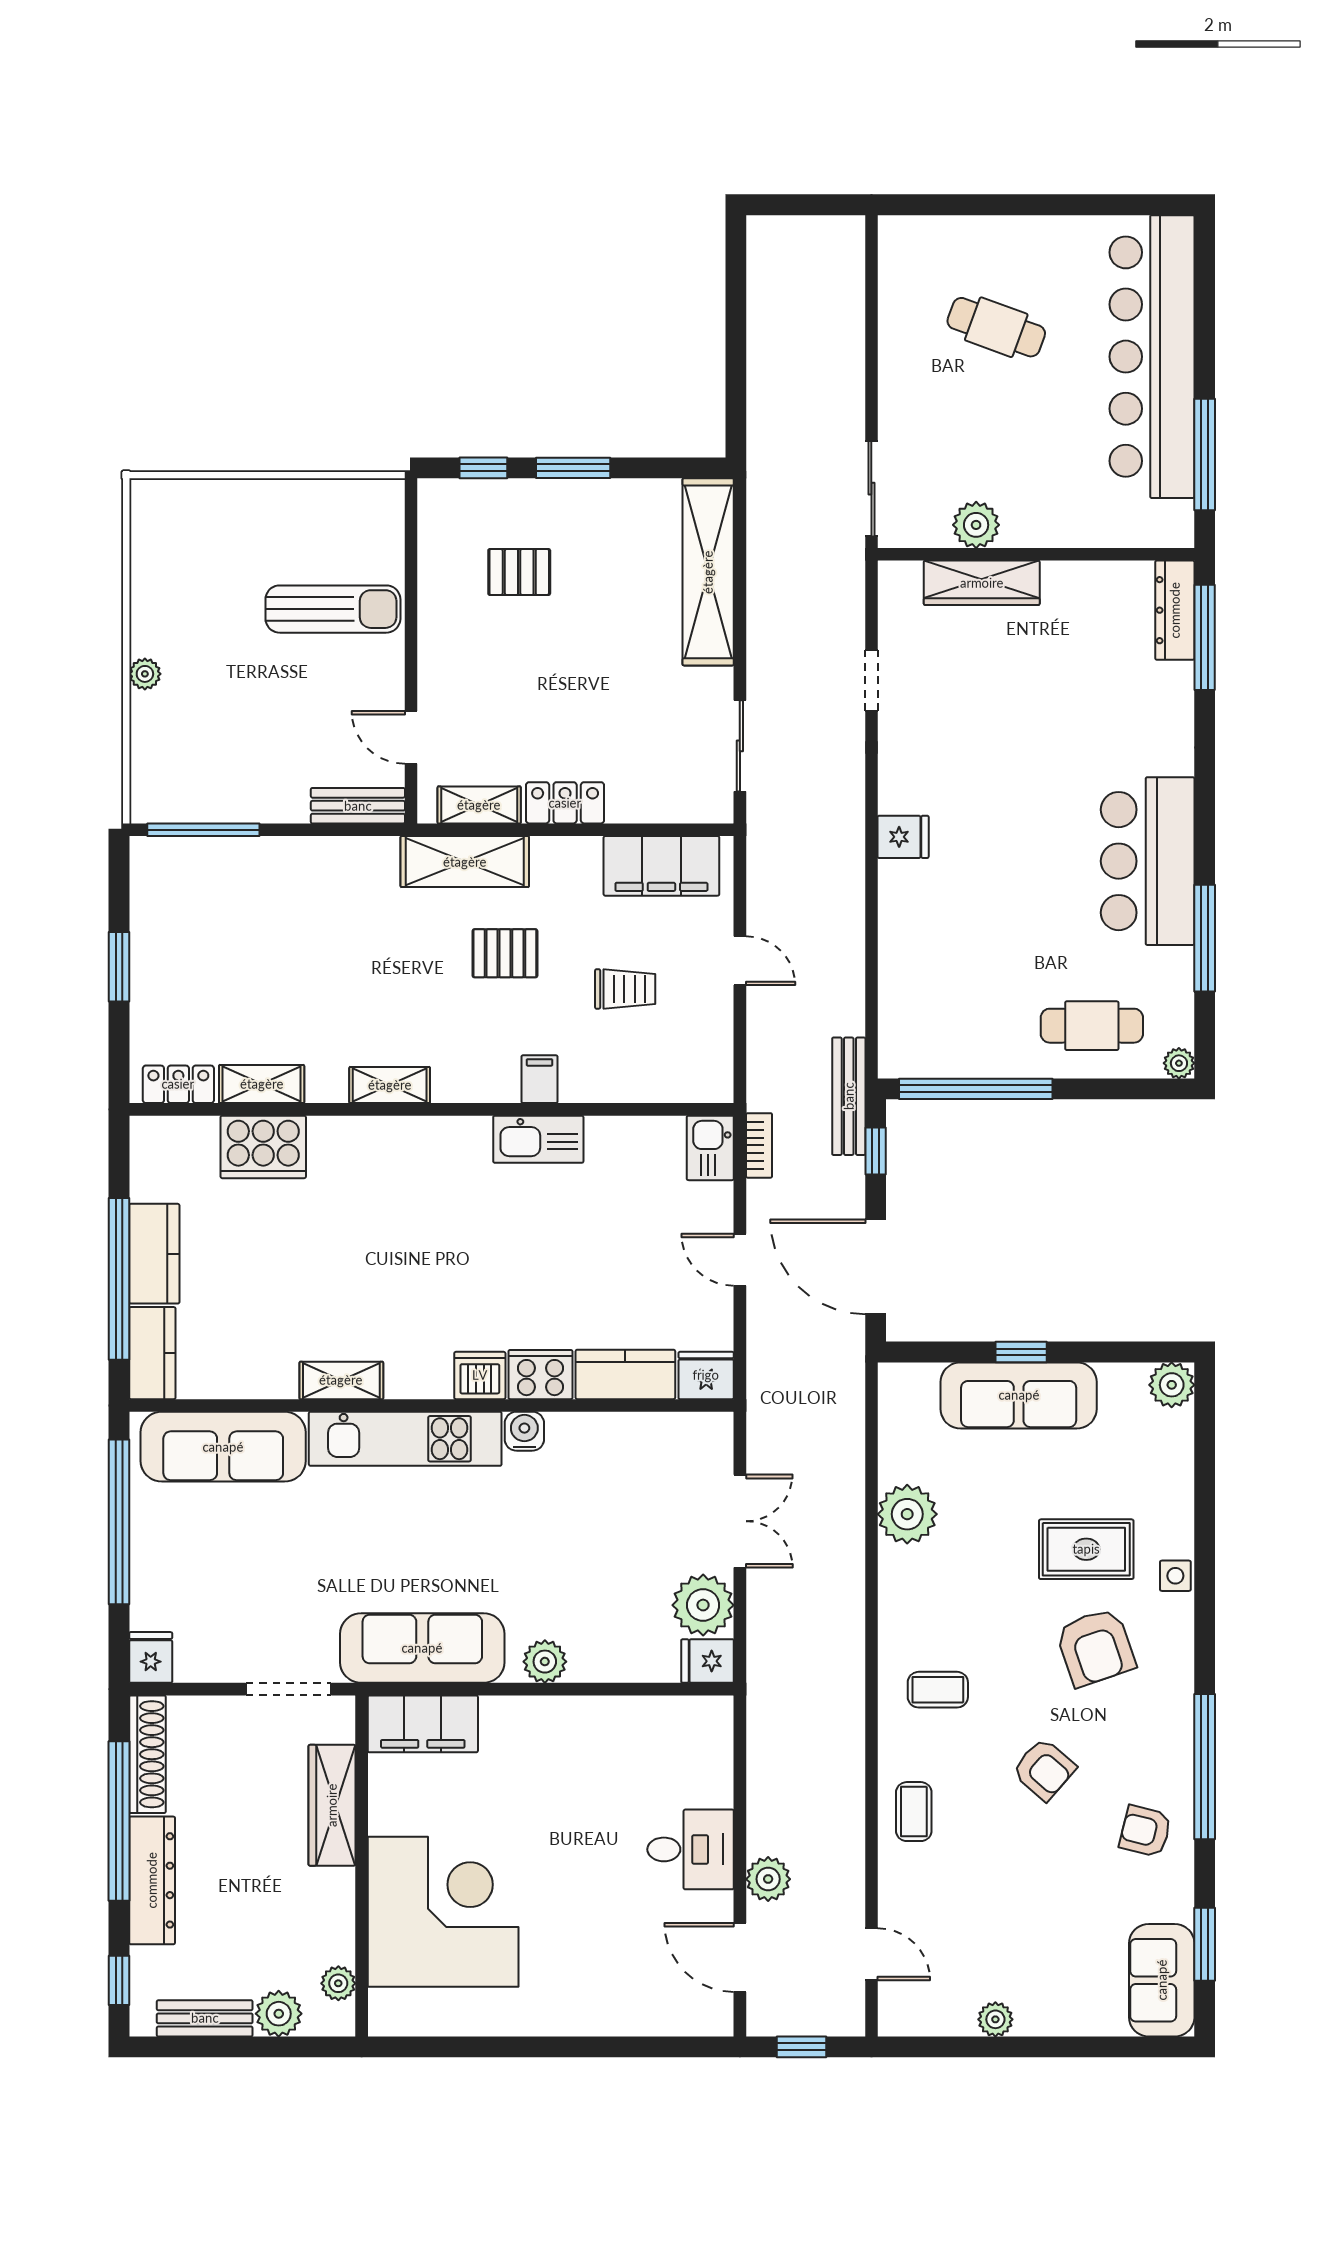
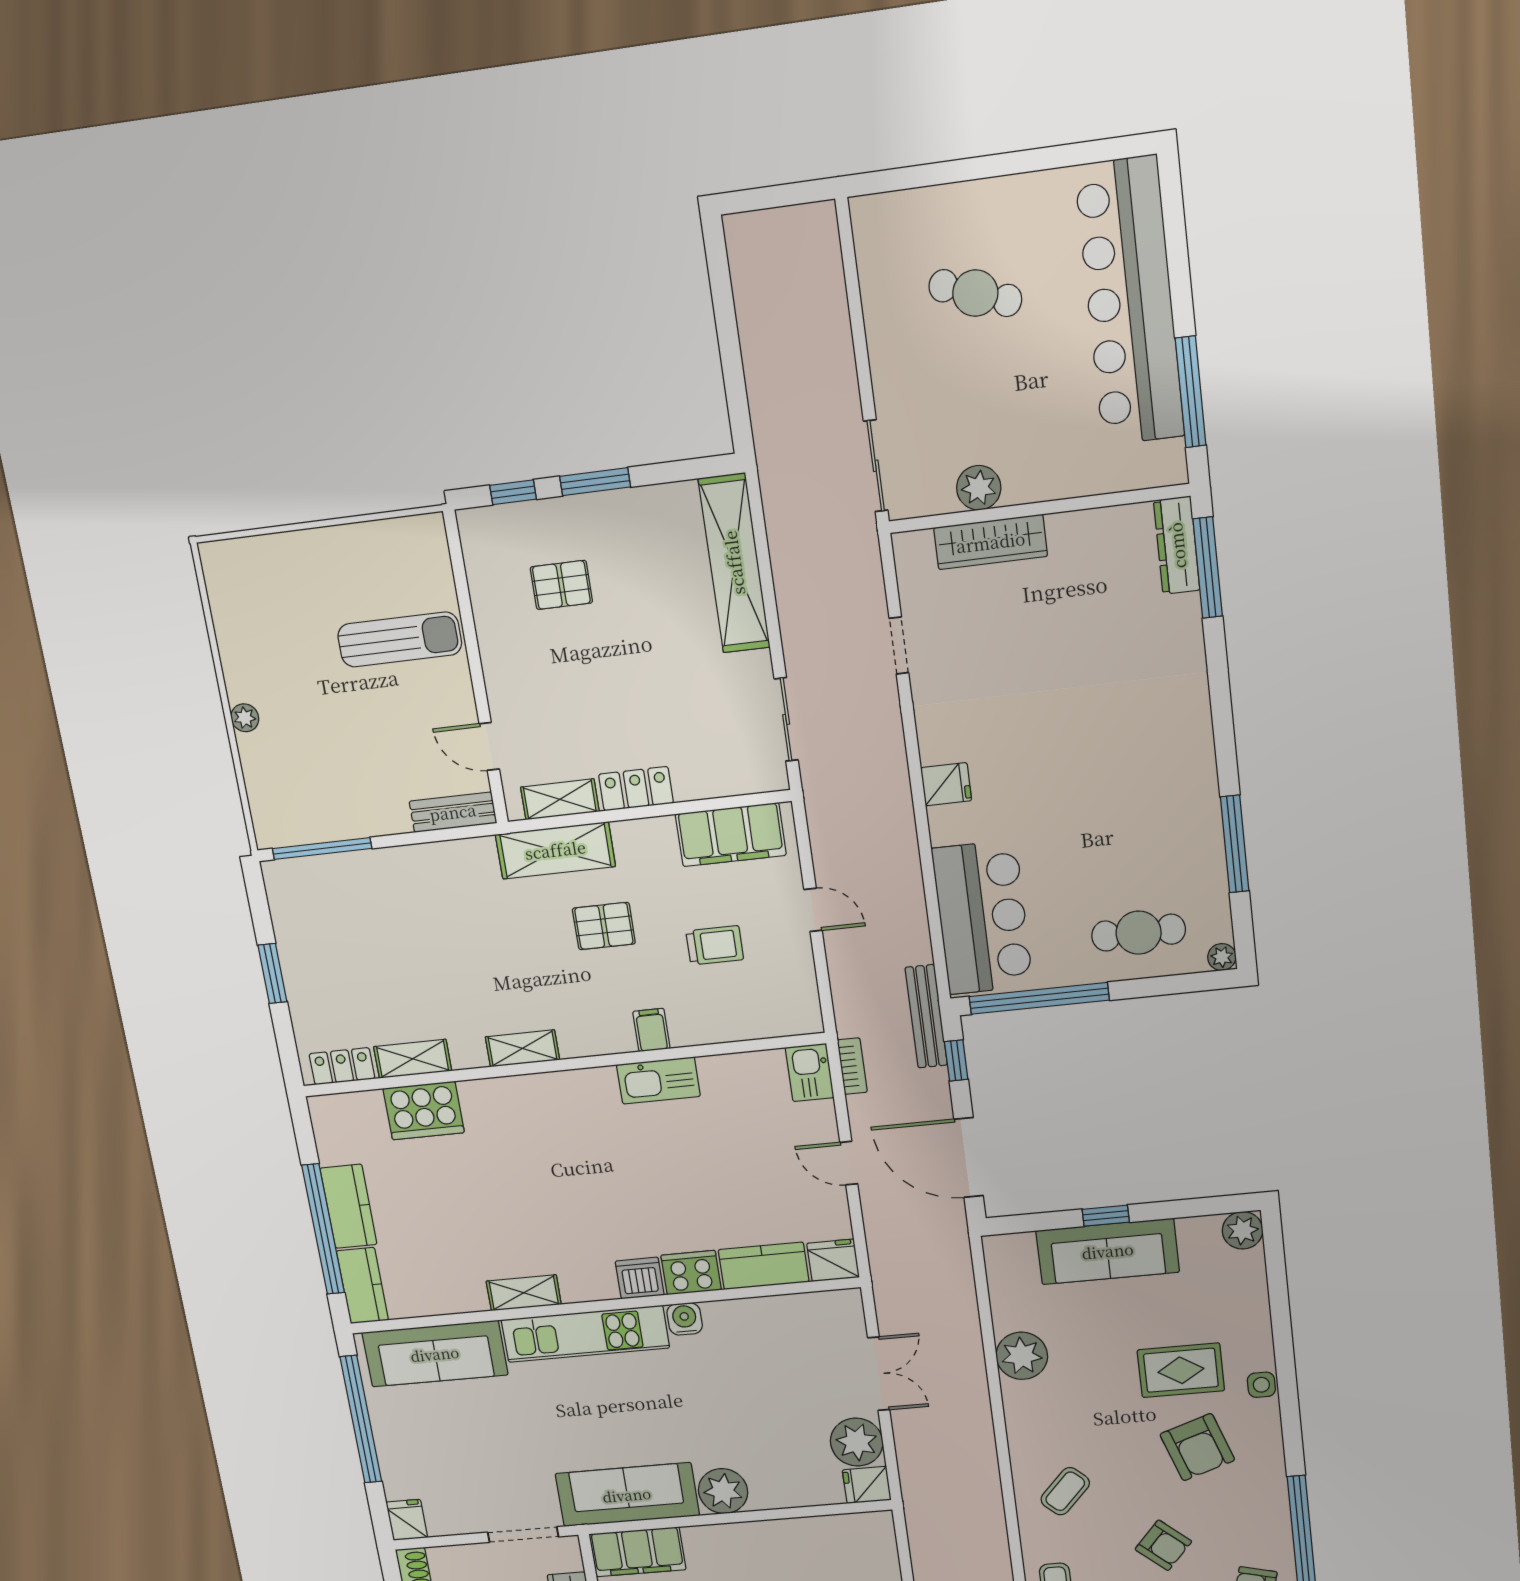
bar counter: (1148, 861) -> (982, 918), moved, turned 180
plant: (545, 1662) -> (723, 1491), width x1.36, depth x1.36
coffee table: (938, 1690) -> (1065, 1491), turned -47

